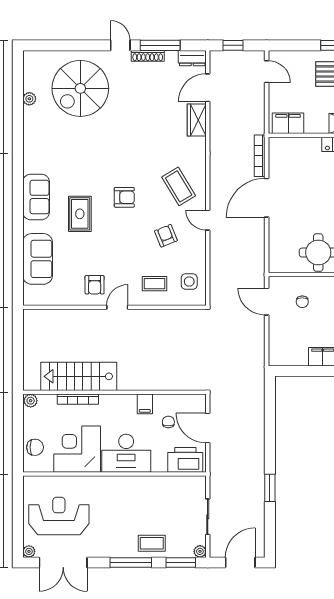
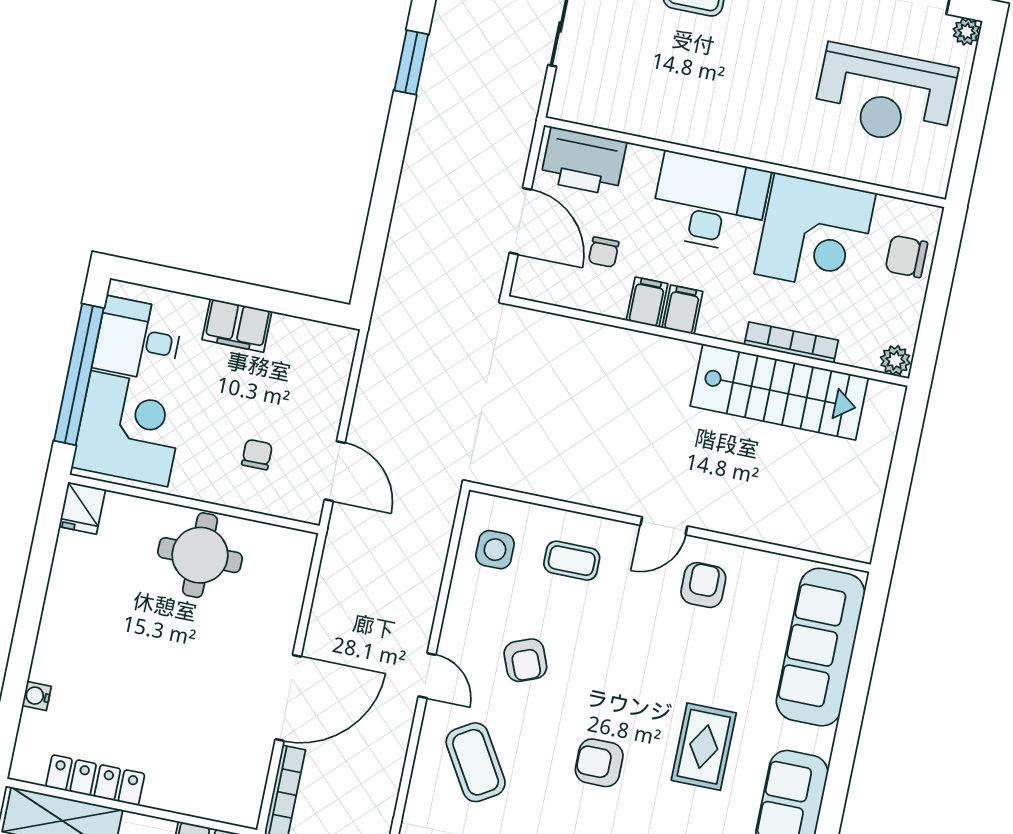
sofa: (38, 259) -> (821, 647), width x1.36
filing cabinet: (129, 404) -> (682, 310), added

